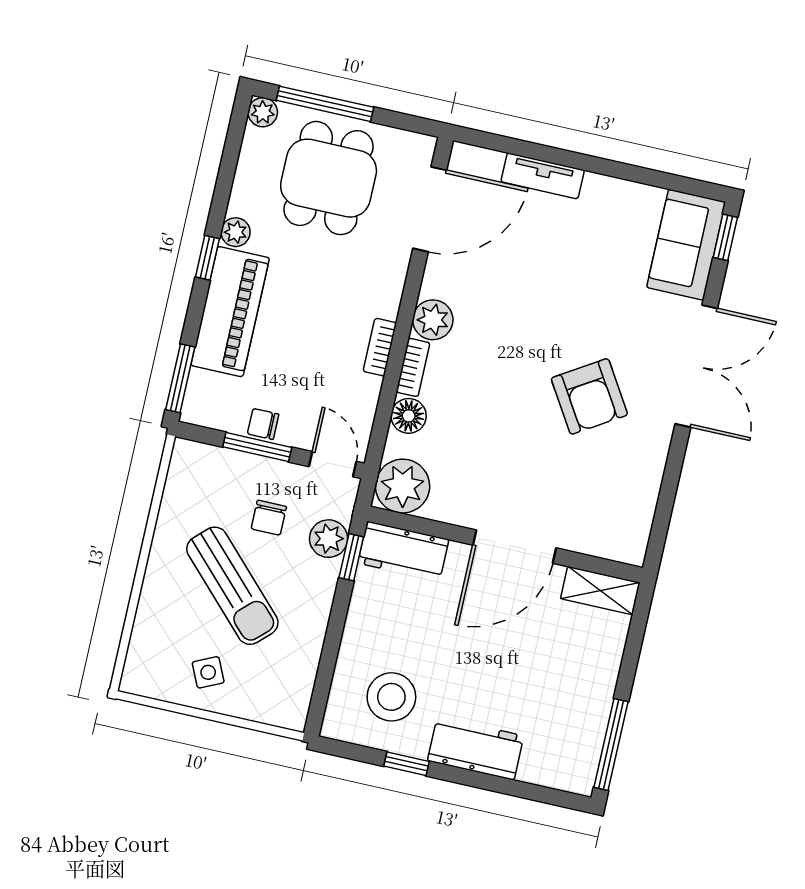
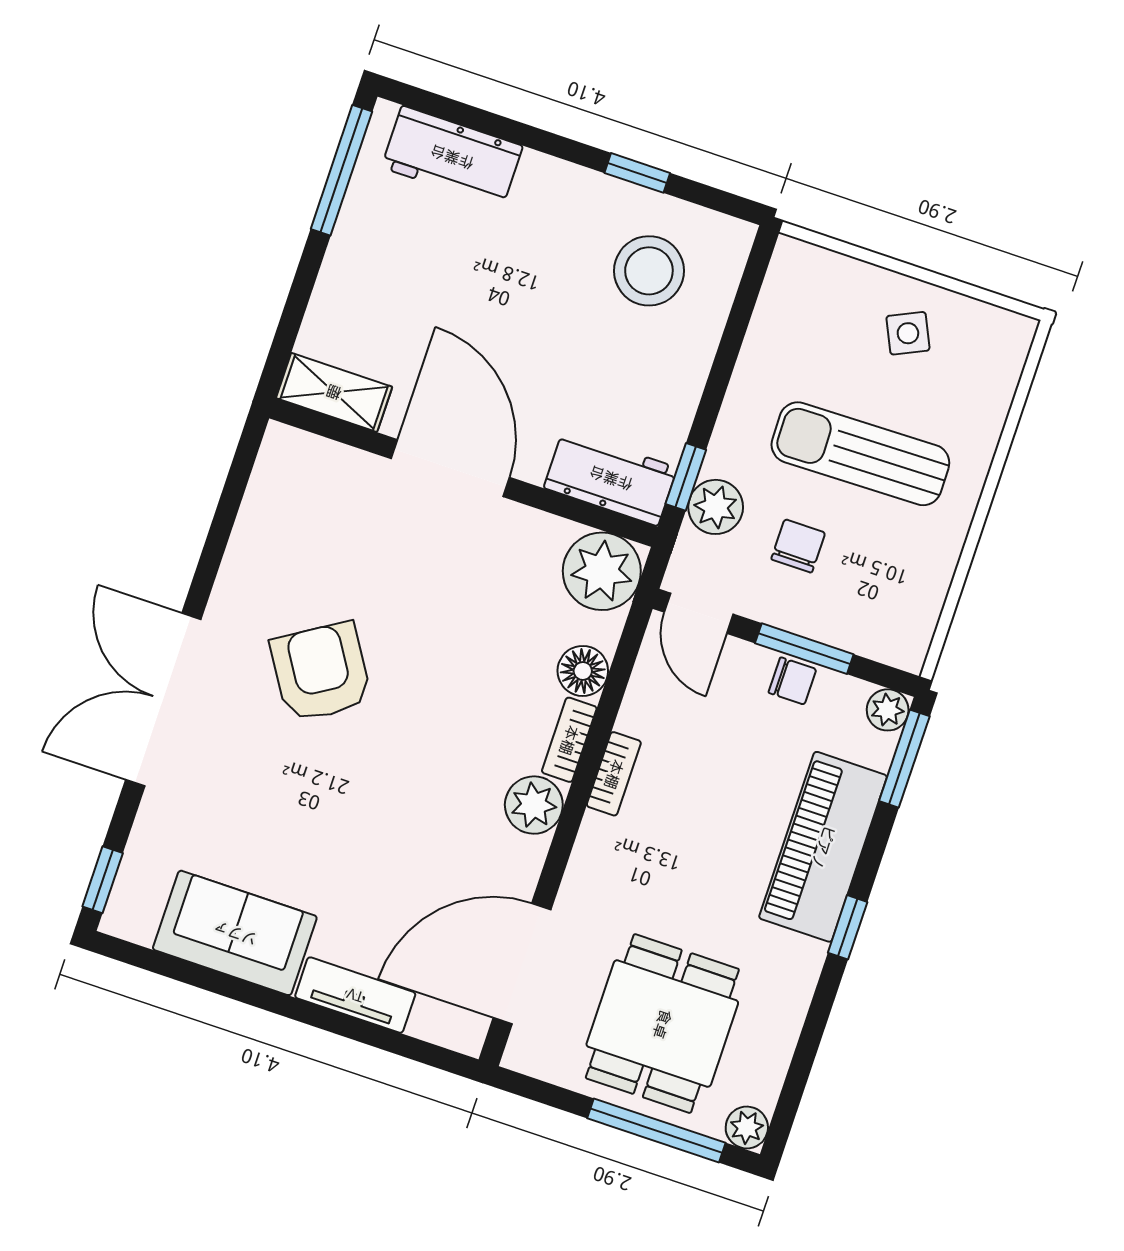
plant: (236, 232) -> (888, 710), moved
sofa: (686, 245) -> (235, 933), moved, turned -90
door: (514, 547) -> (450, 468), hinge flipped
sun lounger: (232, 586) -> (860, 454), turned -47
workbench: (476, 748) -> (452, 157), moved

